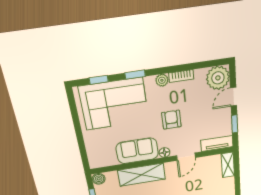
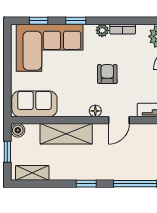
sofa: (137, 151) -> (34, 104), moved

